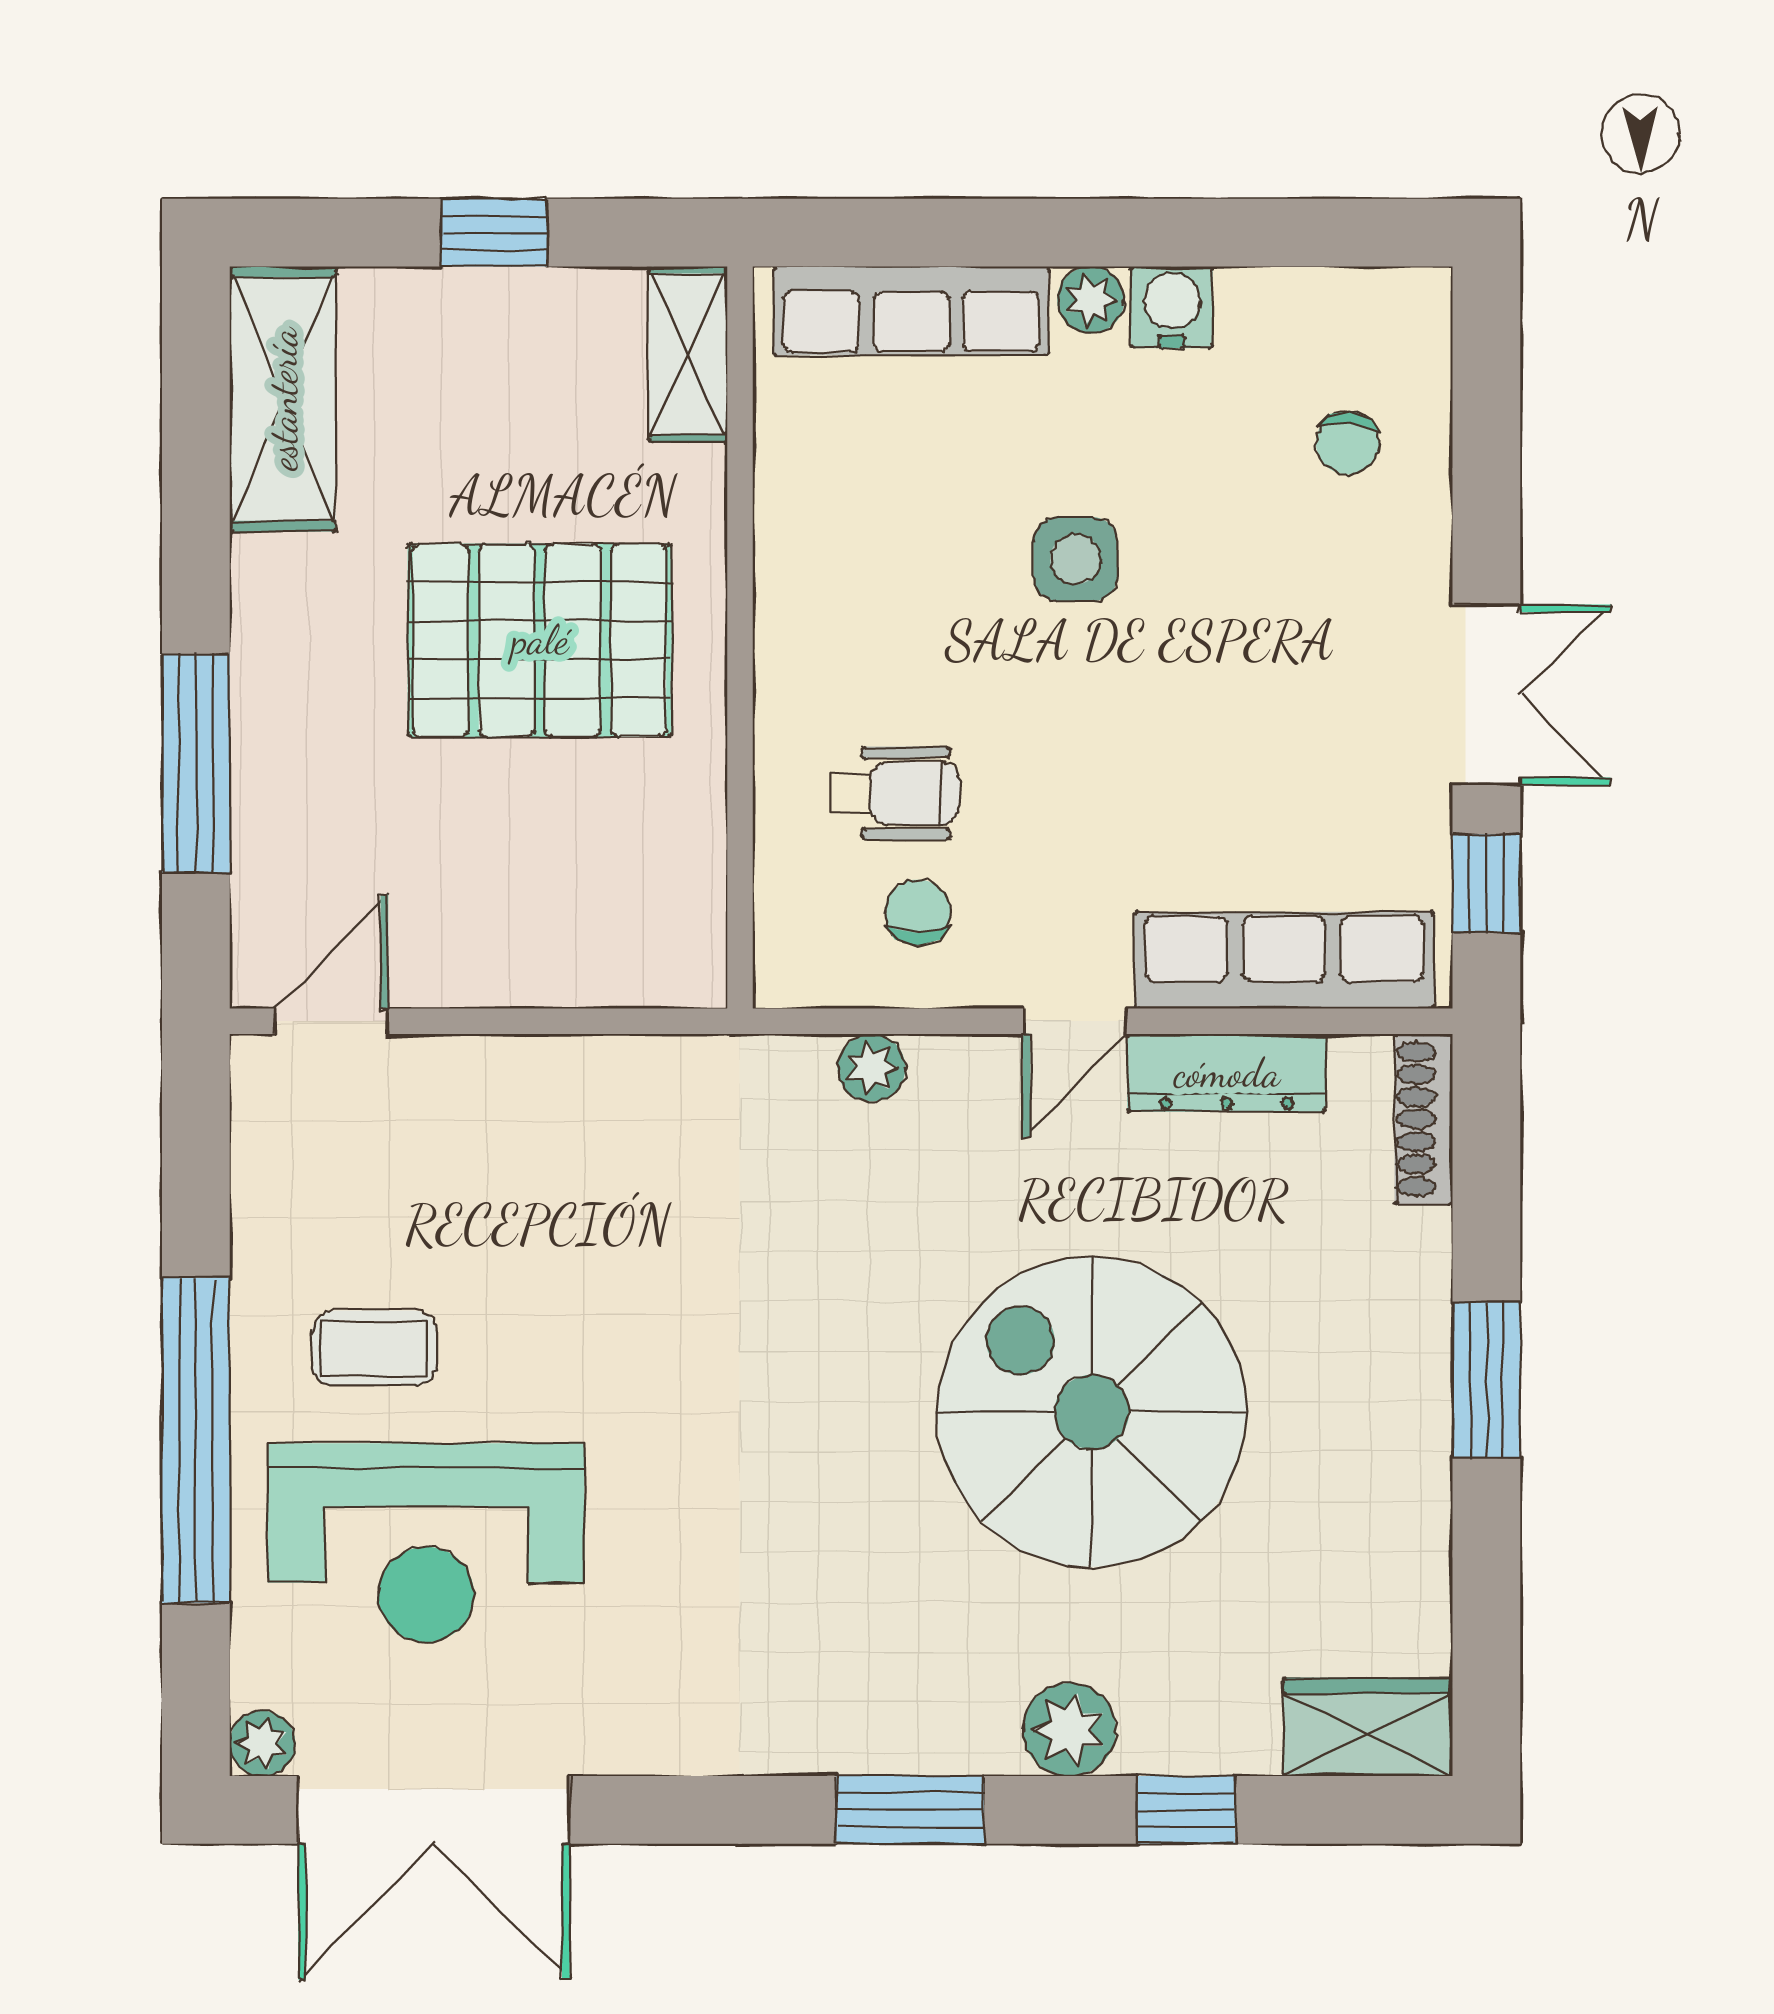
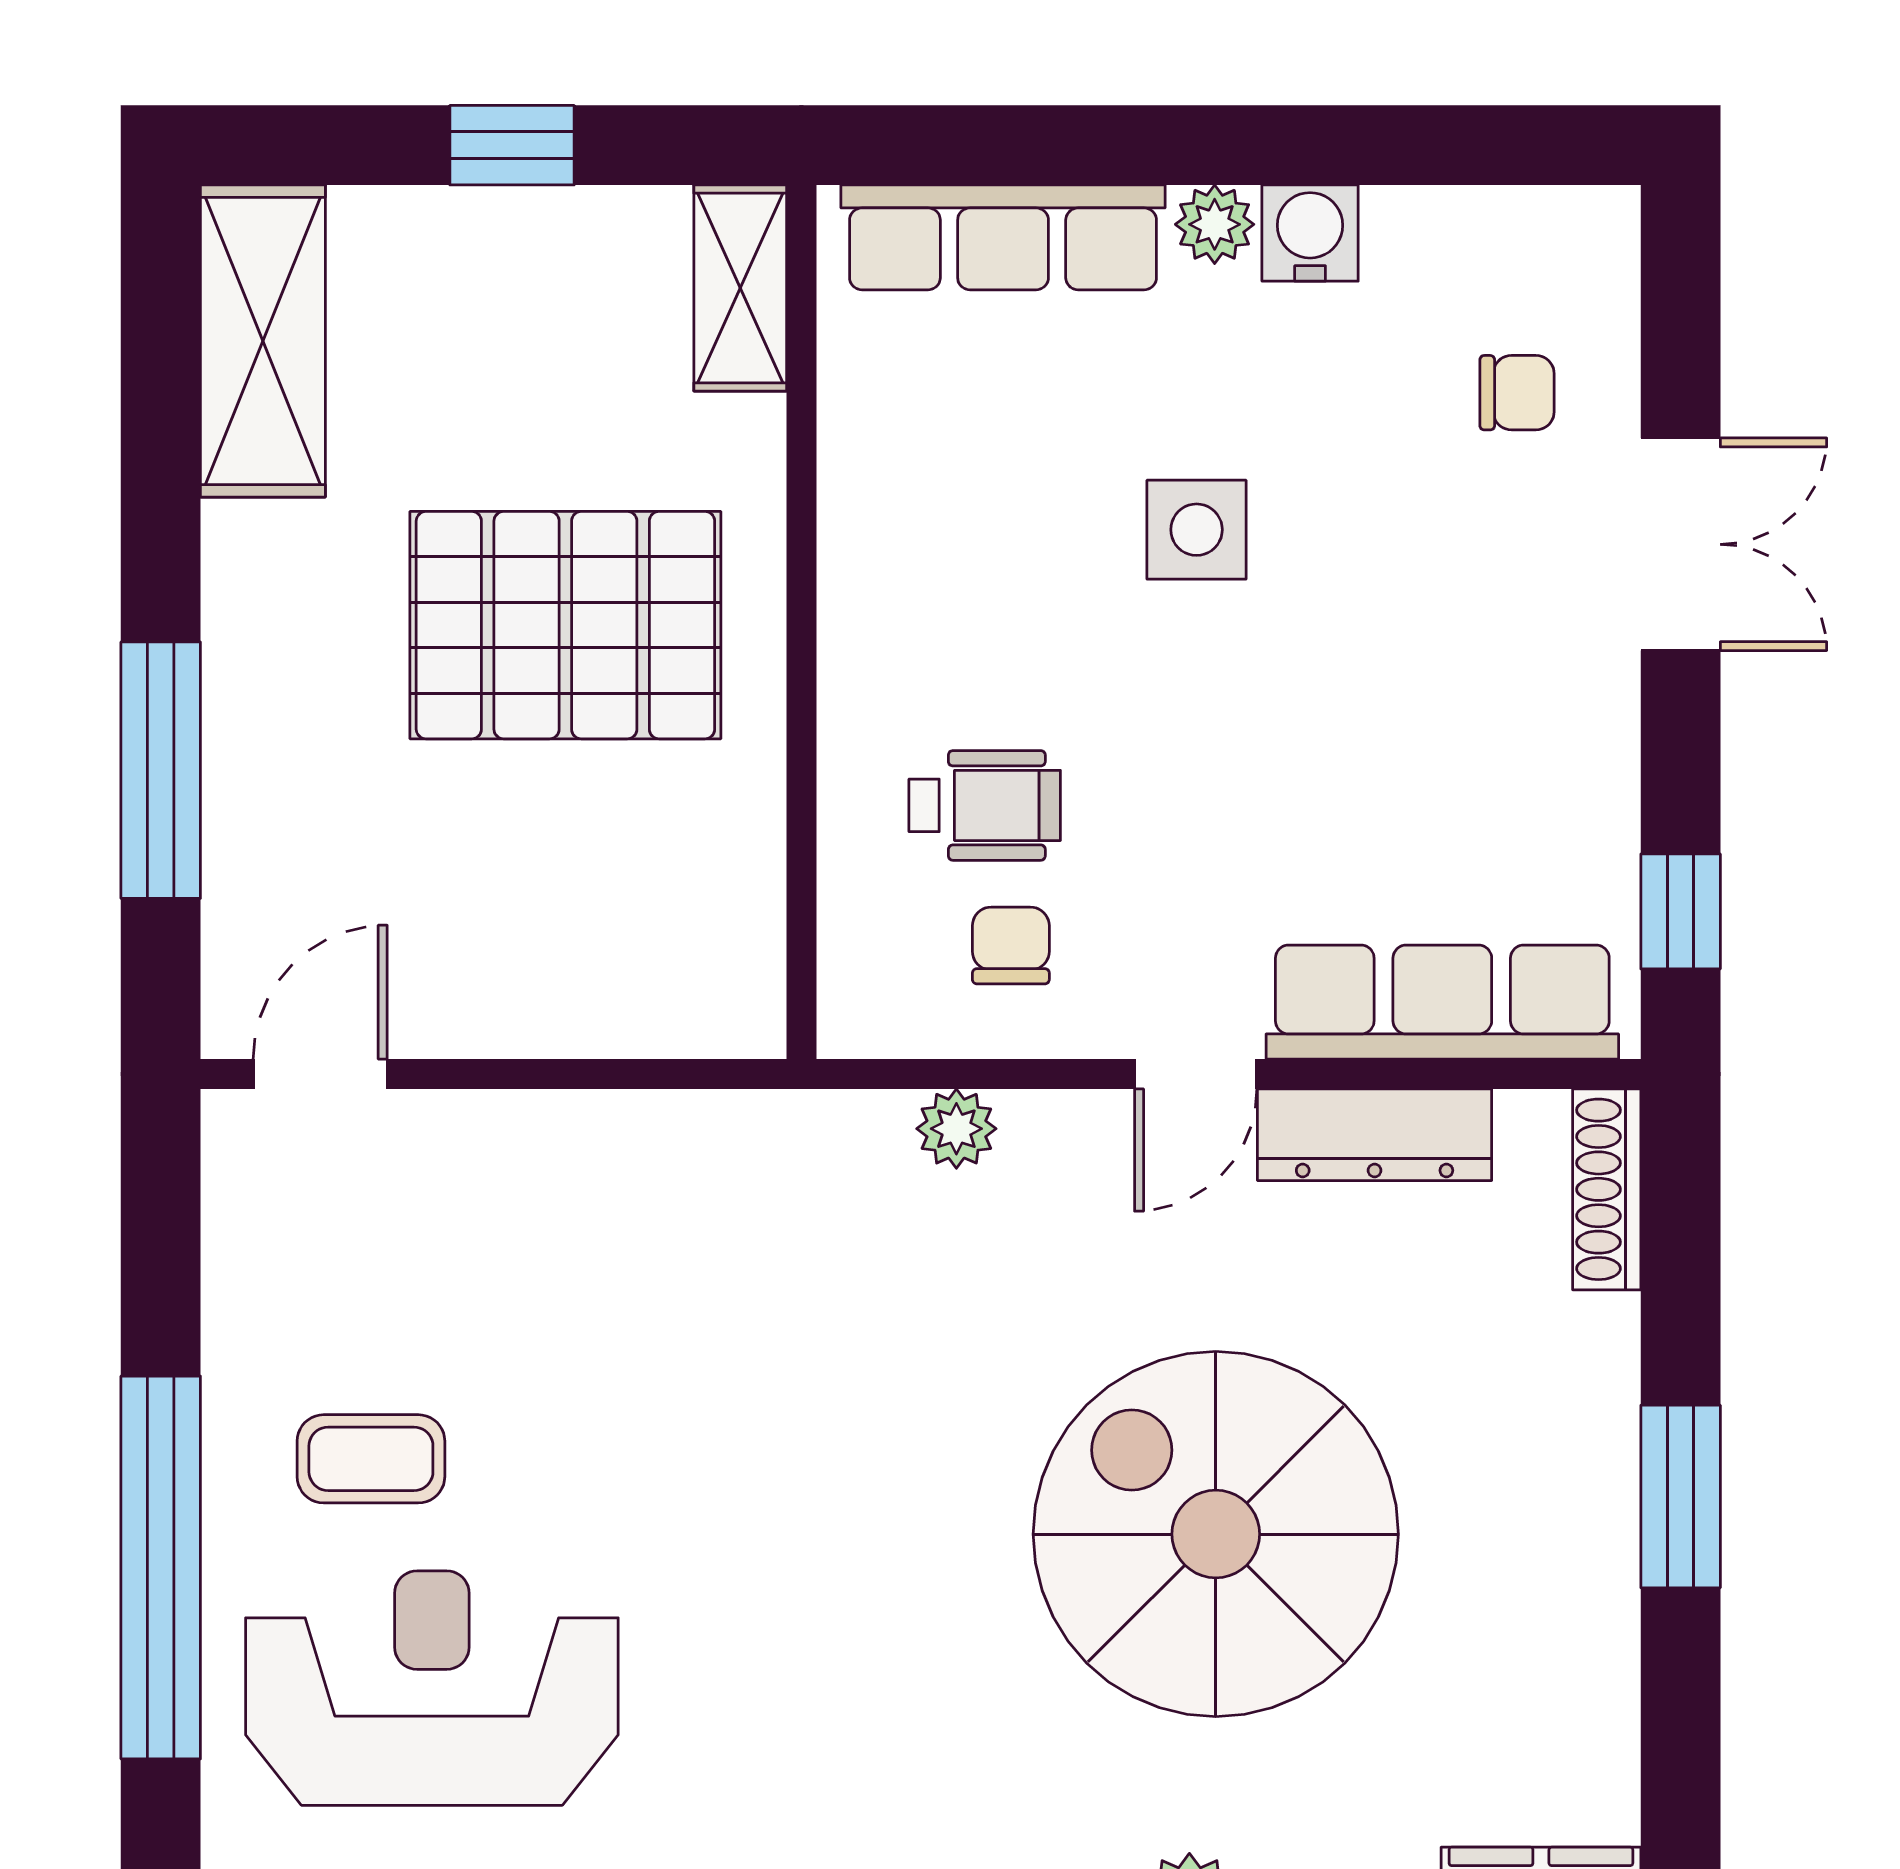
chair: (1348, 443) -> (1517, 393), turned -96
double door: (1486, 695) -> (1681, 544), moved
reception desk: (426, 1543) -> (432, 1688), turned 180

